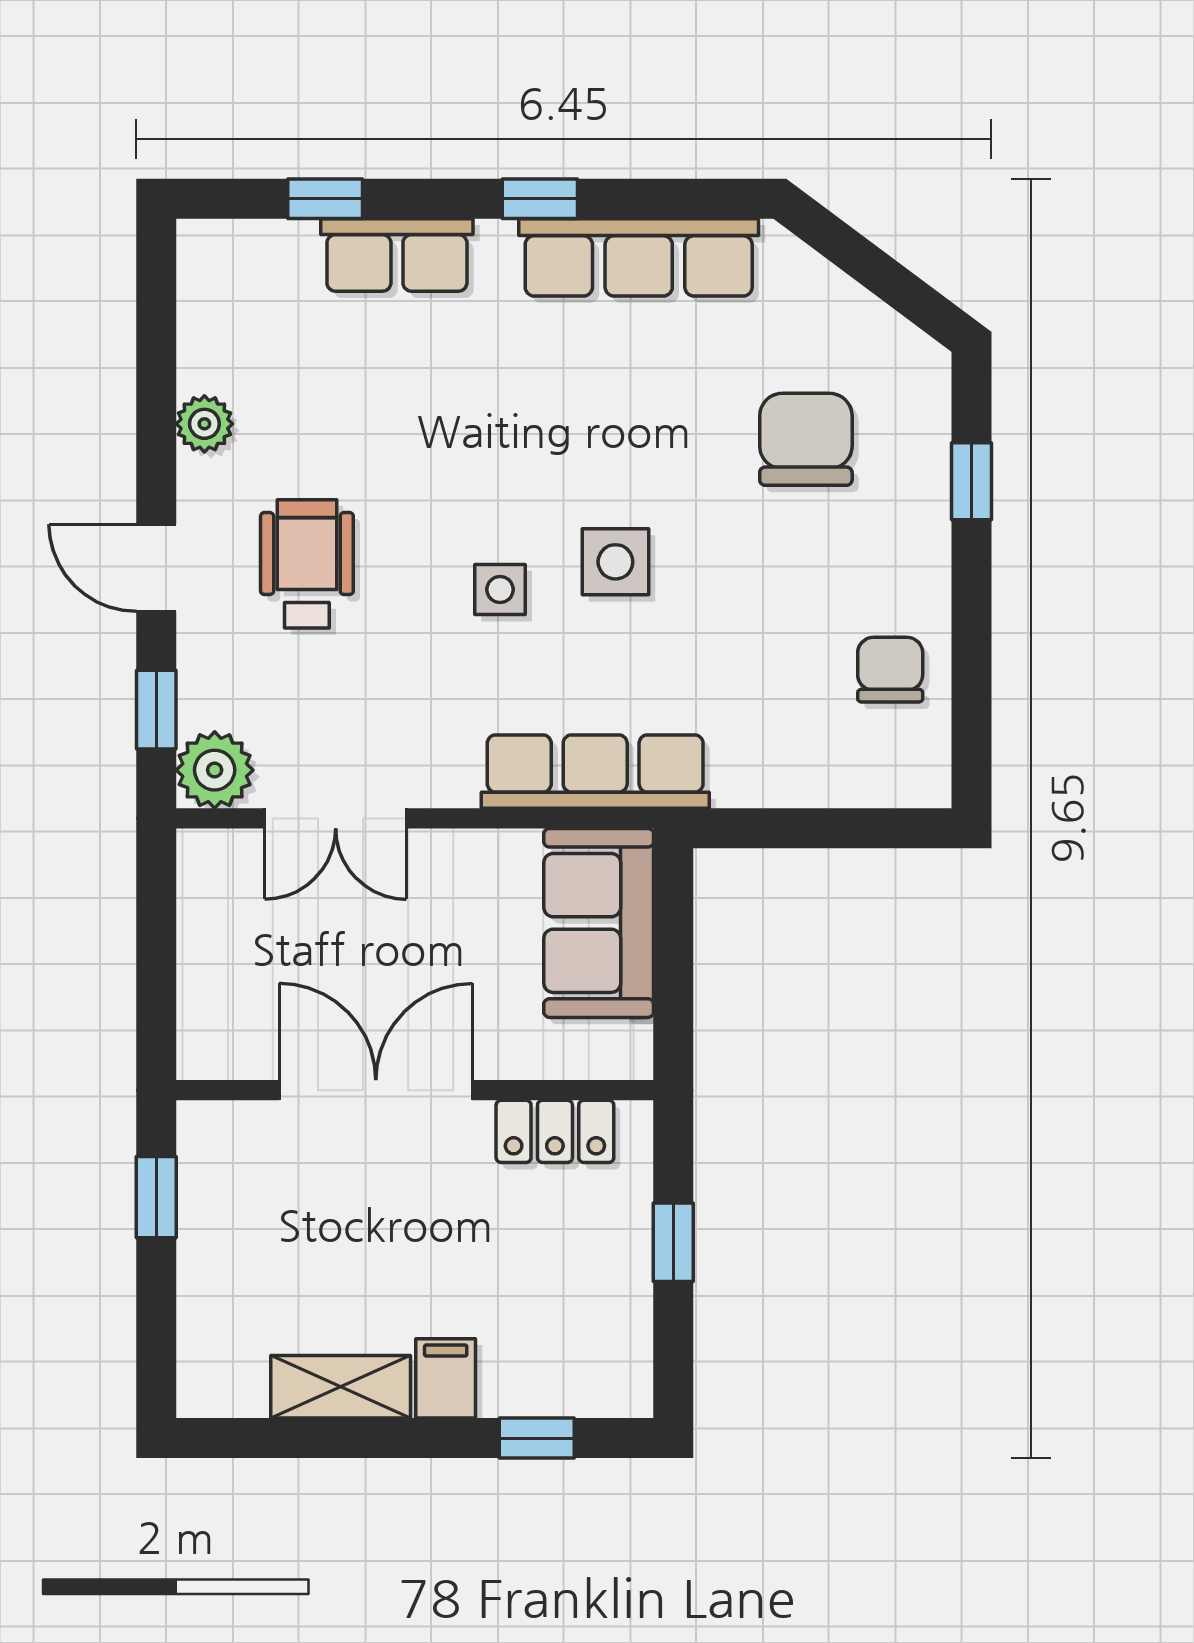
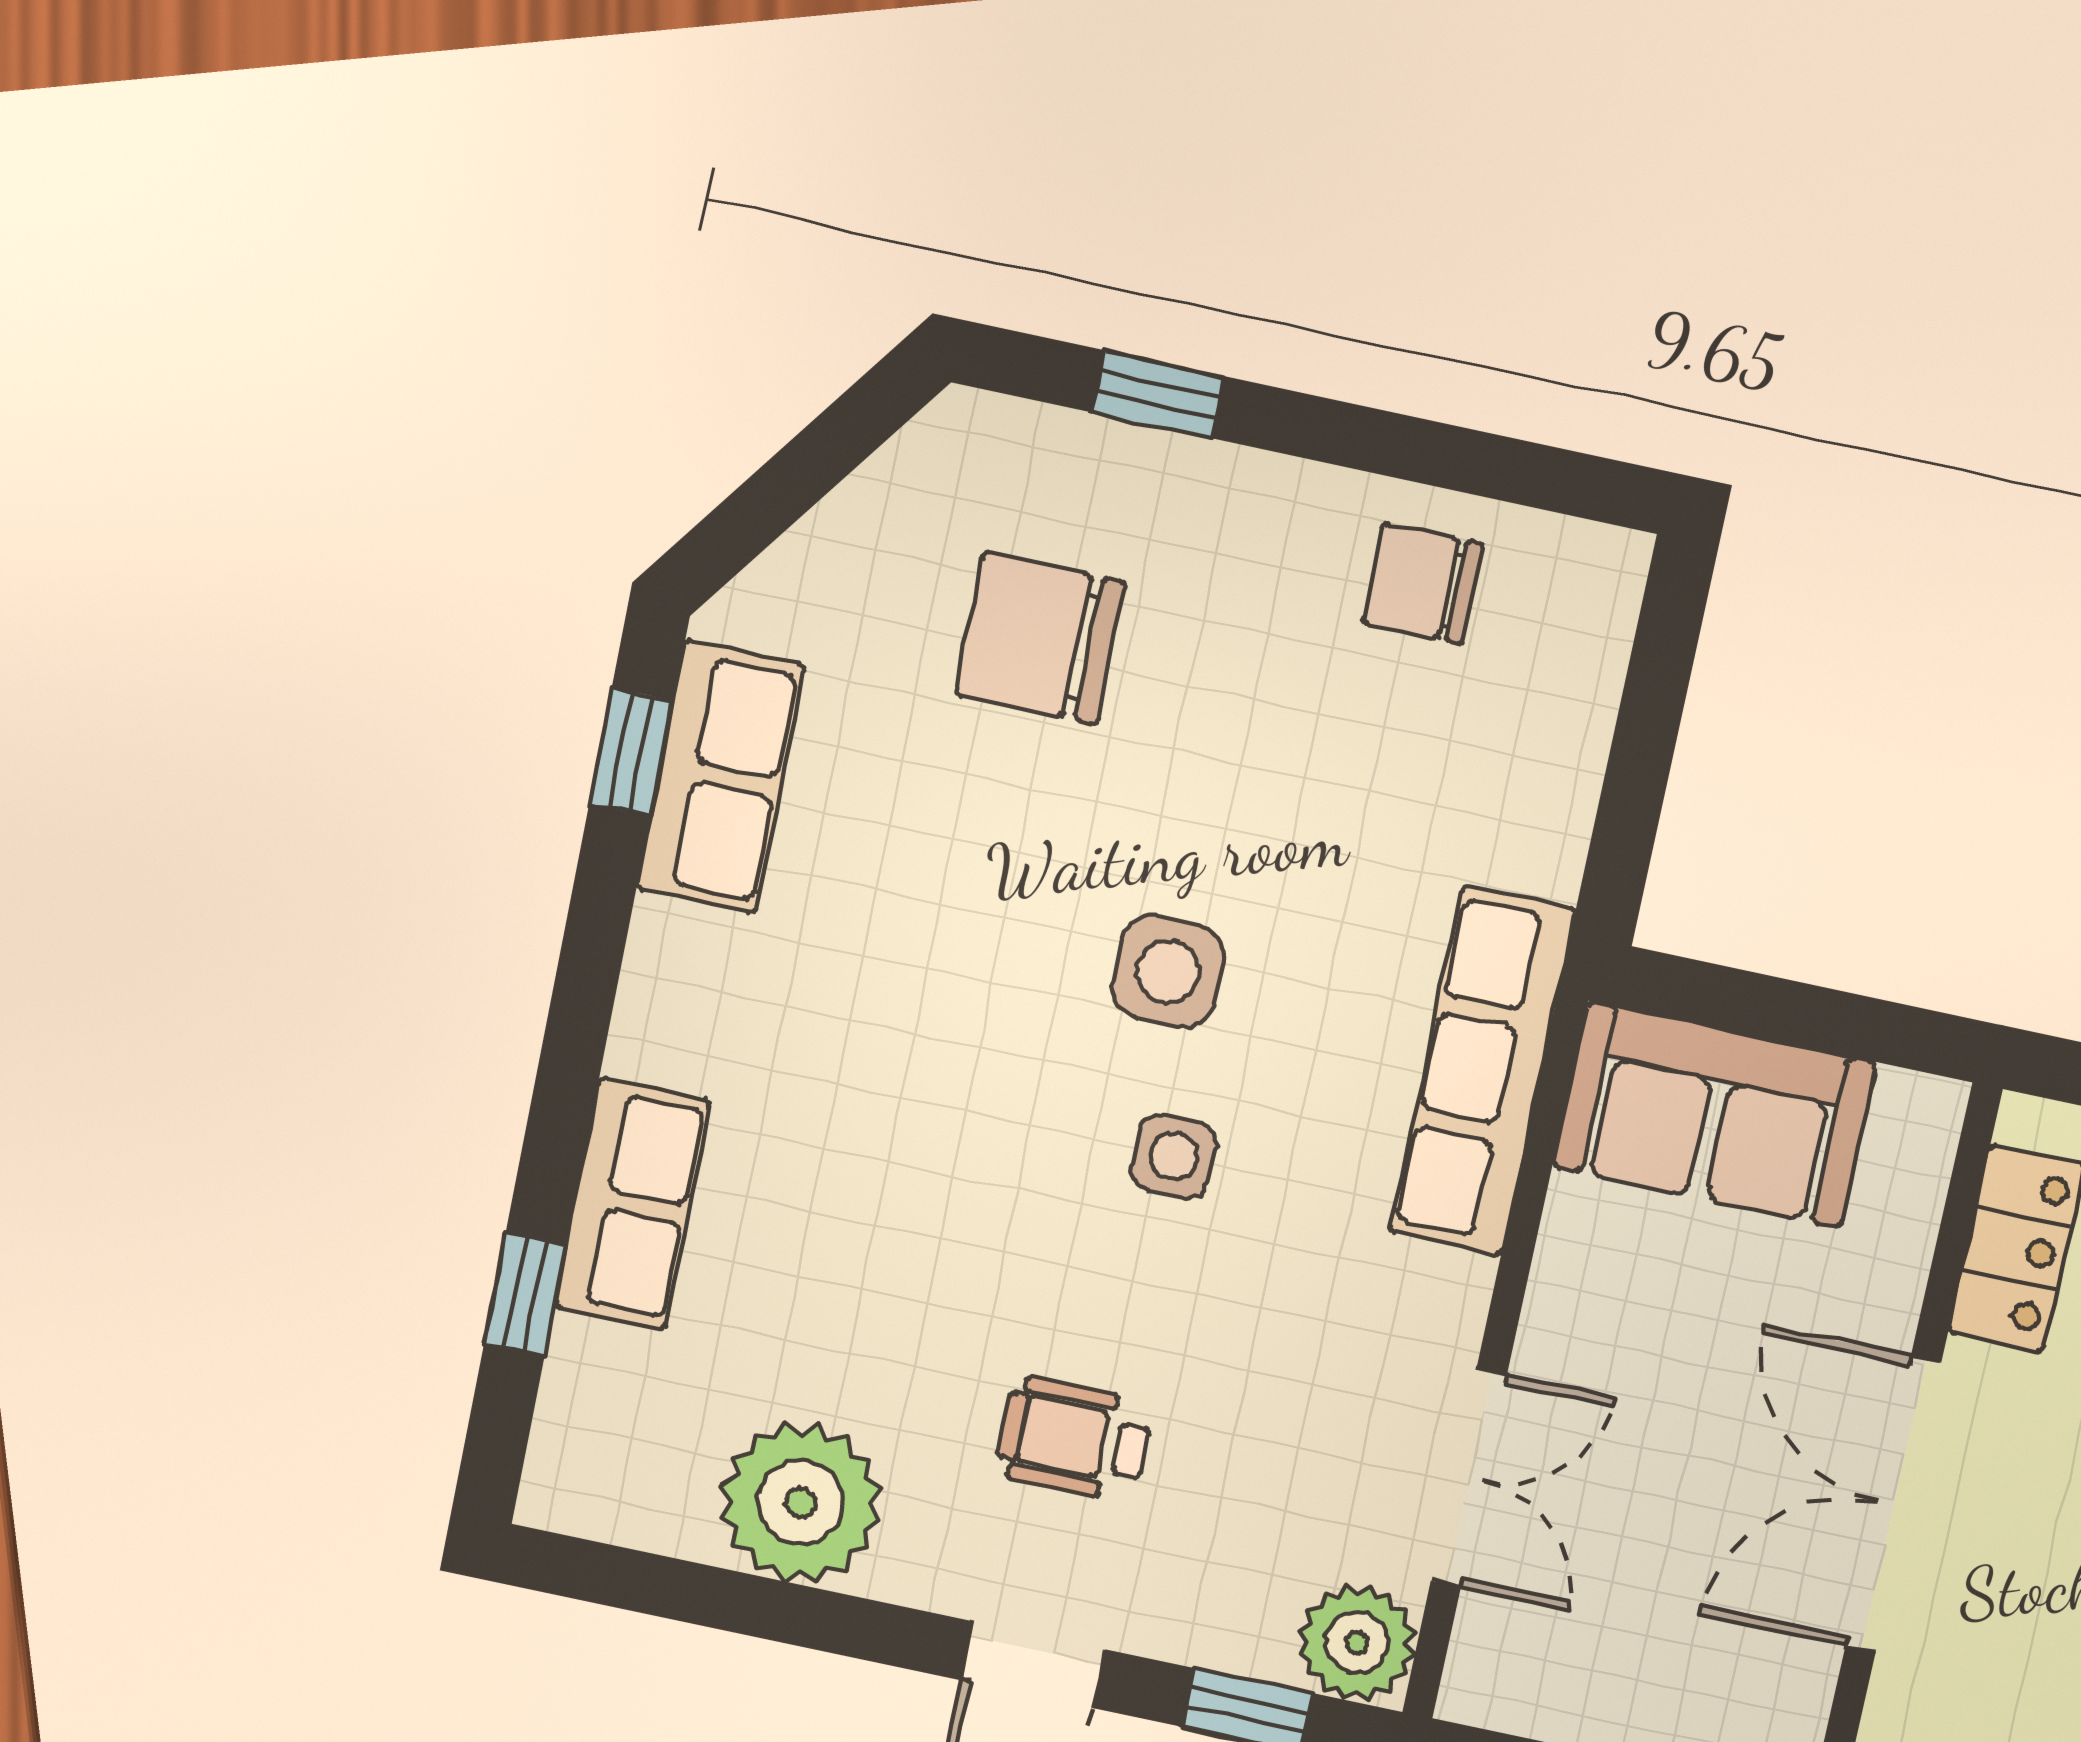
window: (540, 199) -> (631, 752), moved
row of seats: (639, 257) -> (720, 777), width x0.68
plant: (204, 424) -> (801, 1503), width x1.88, depth x1.88
wheelchair: (307, 564) -> (1074, 1439), width x0.73, depth x0.73

